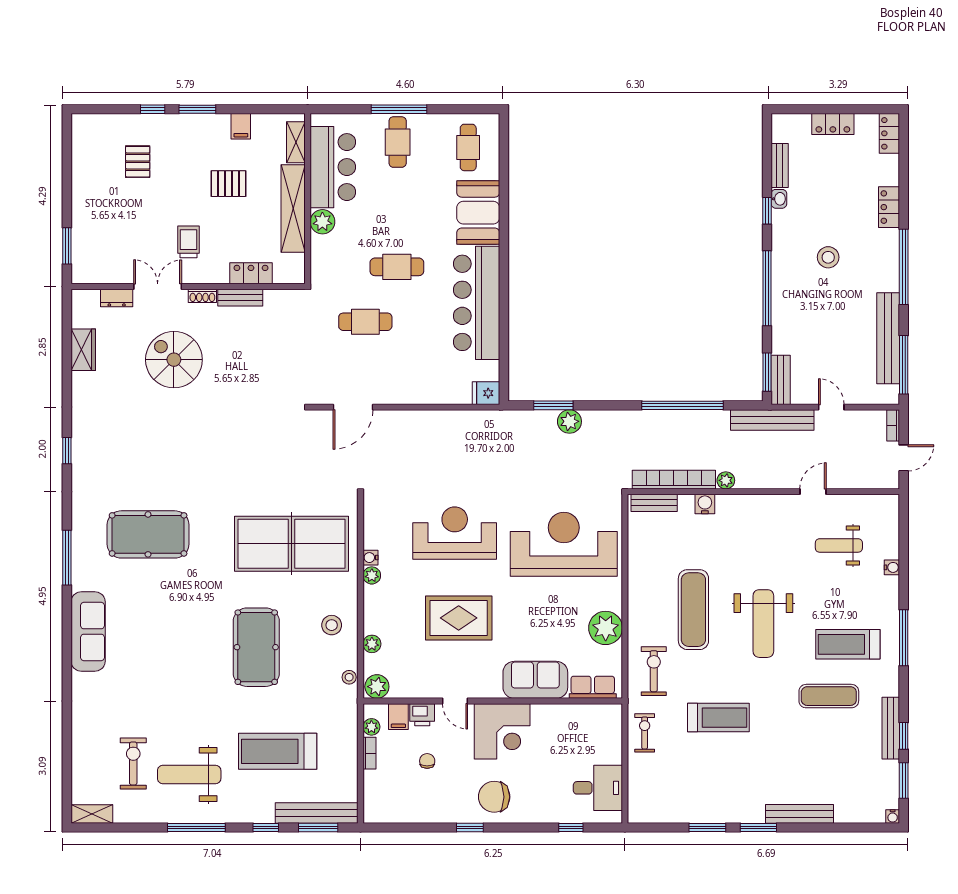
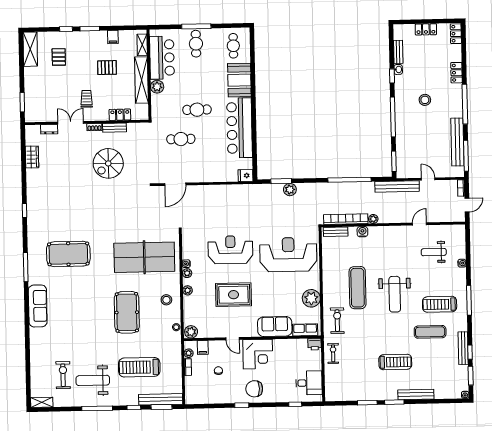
shelving: (84, 146) -> (30, 49), added
spiral stairs: (174, 360) -> (108, 163), moved, turned -90
bench: (781, 380) -> (401, 165), removed
plant: (372, 644) -> (188, 290), moved
printer: (422, 715) -> (315, 344), moved
treadmill: (718, 718) -> (395, 362), moved

